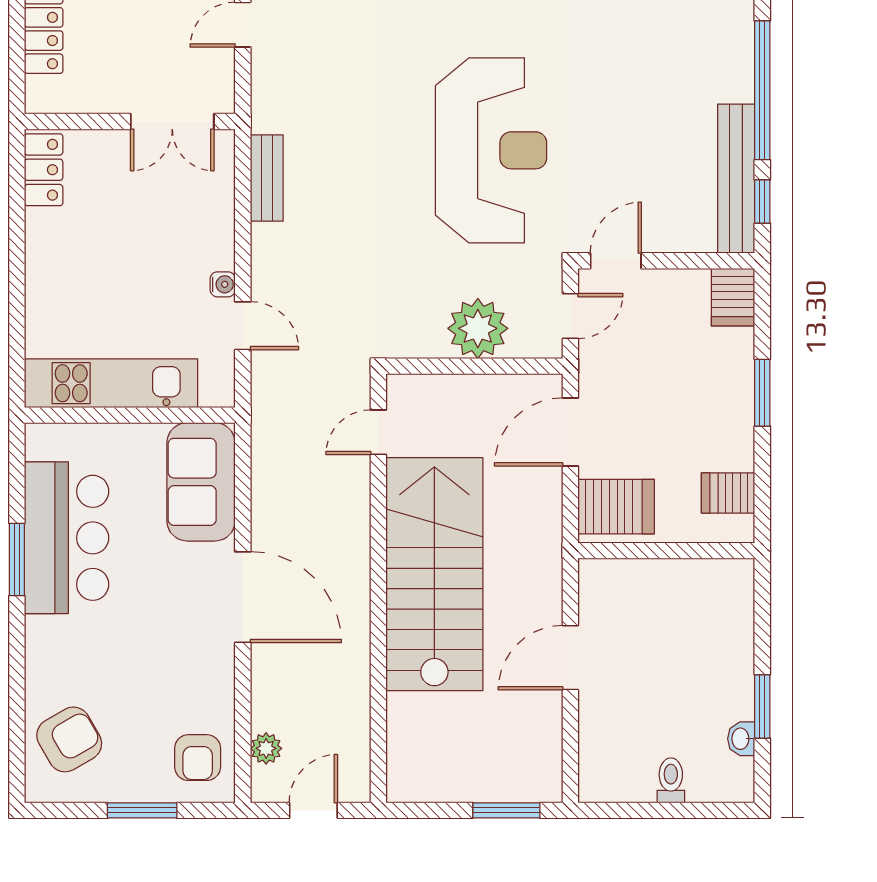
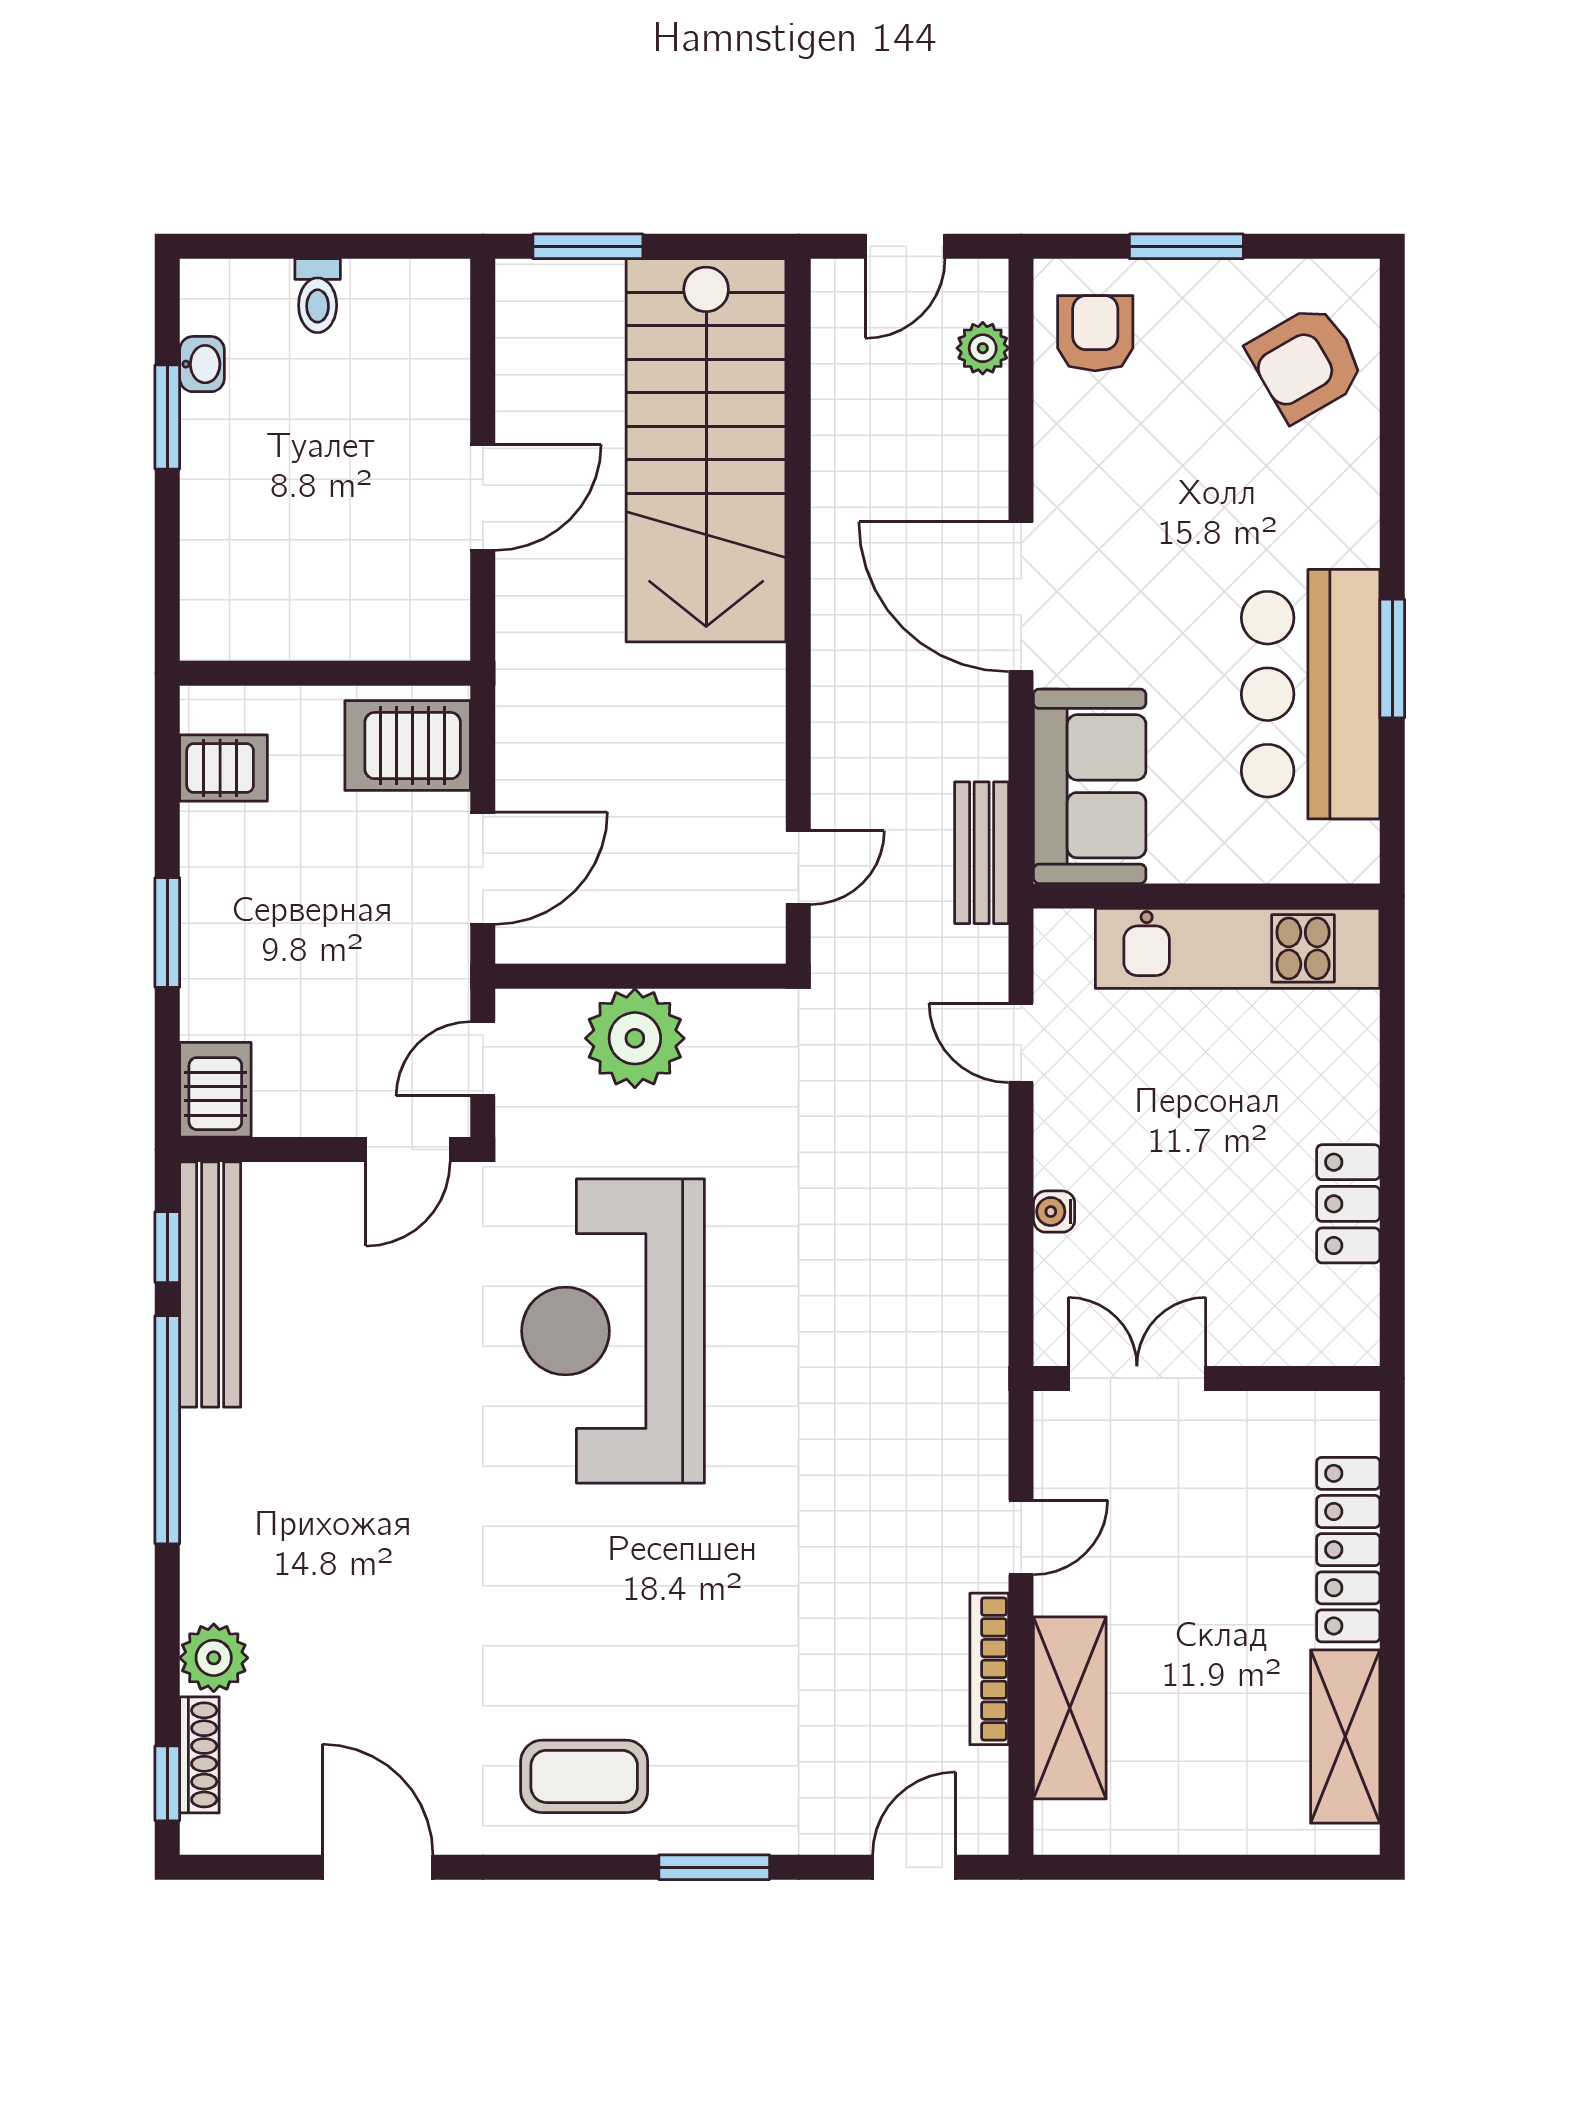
locker: (44, 170) -> (1348, 1204), moved
bench: (267, 178) -> (982, 853), moved
water cooler: (223, 284) -> (1054, 1212), moved
stairs: (434, 574) -> (706, 450), moved

